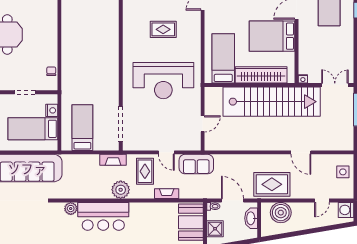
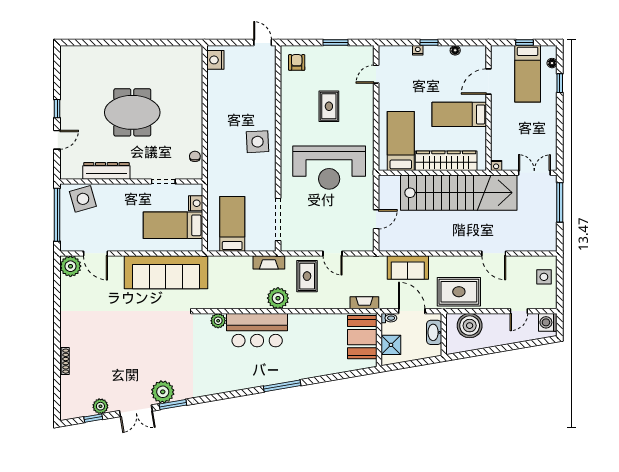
rug: (163, 29) -> (329, 106), turned 90
bed: (272, 36) -> (459, 114), width x0.67
side table: (104, 59) -> (258, 142), added
sofa: (196, 164) -> (408, 267), moved
fireplace: (167, 194) -> (364, 303), moved

